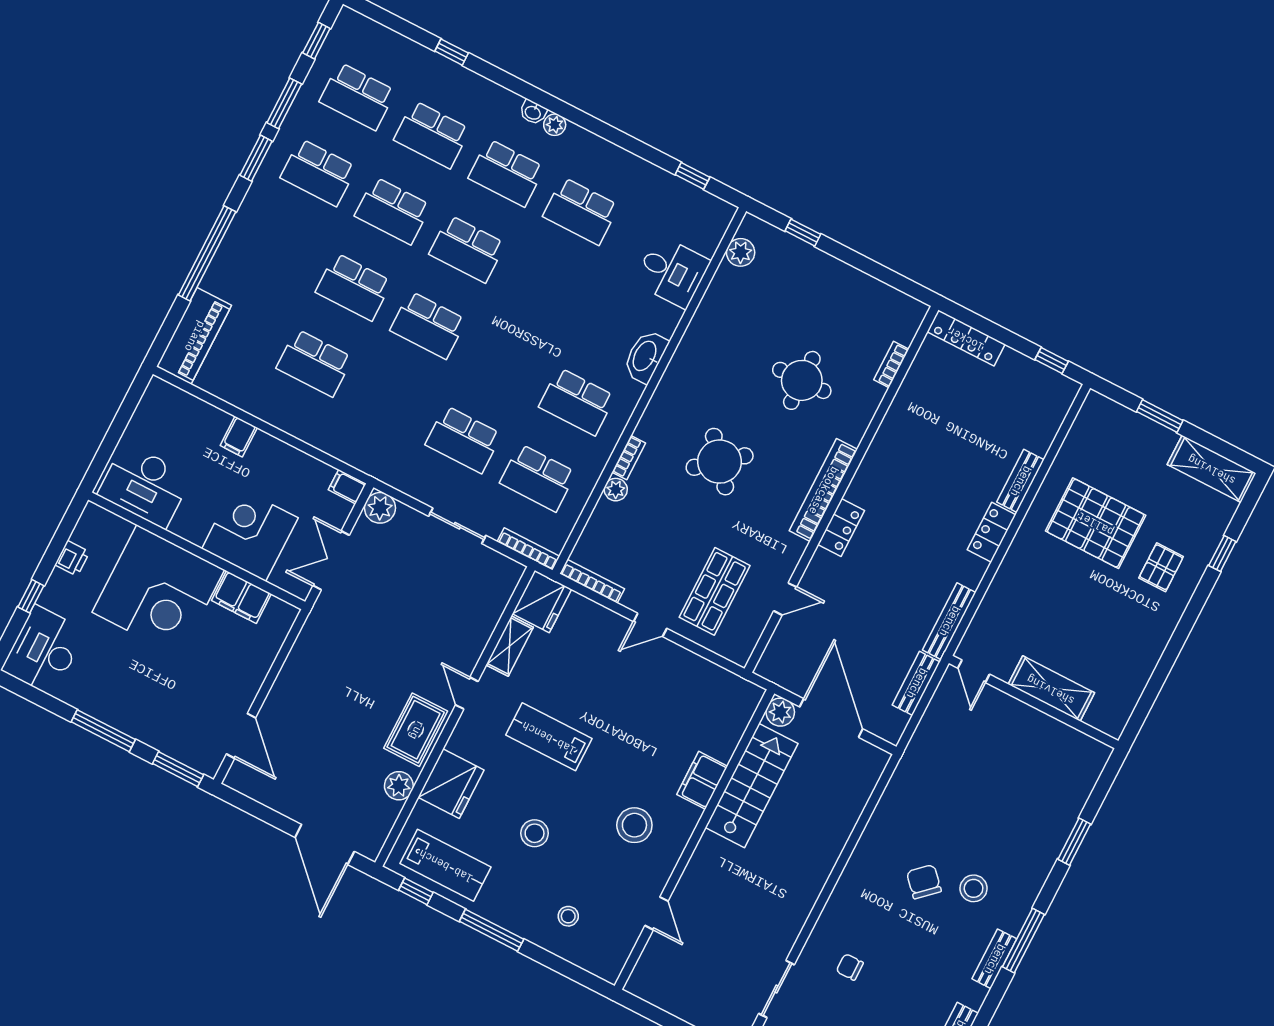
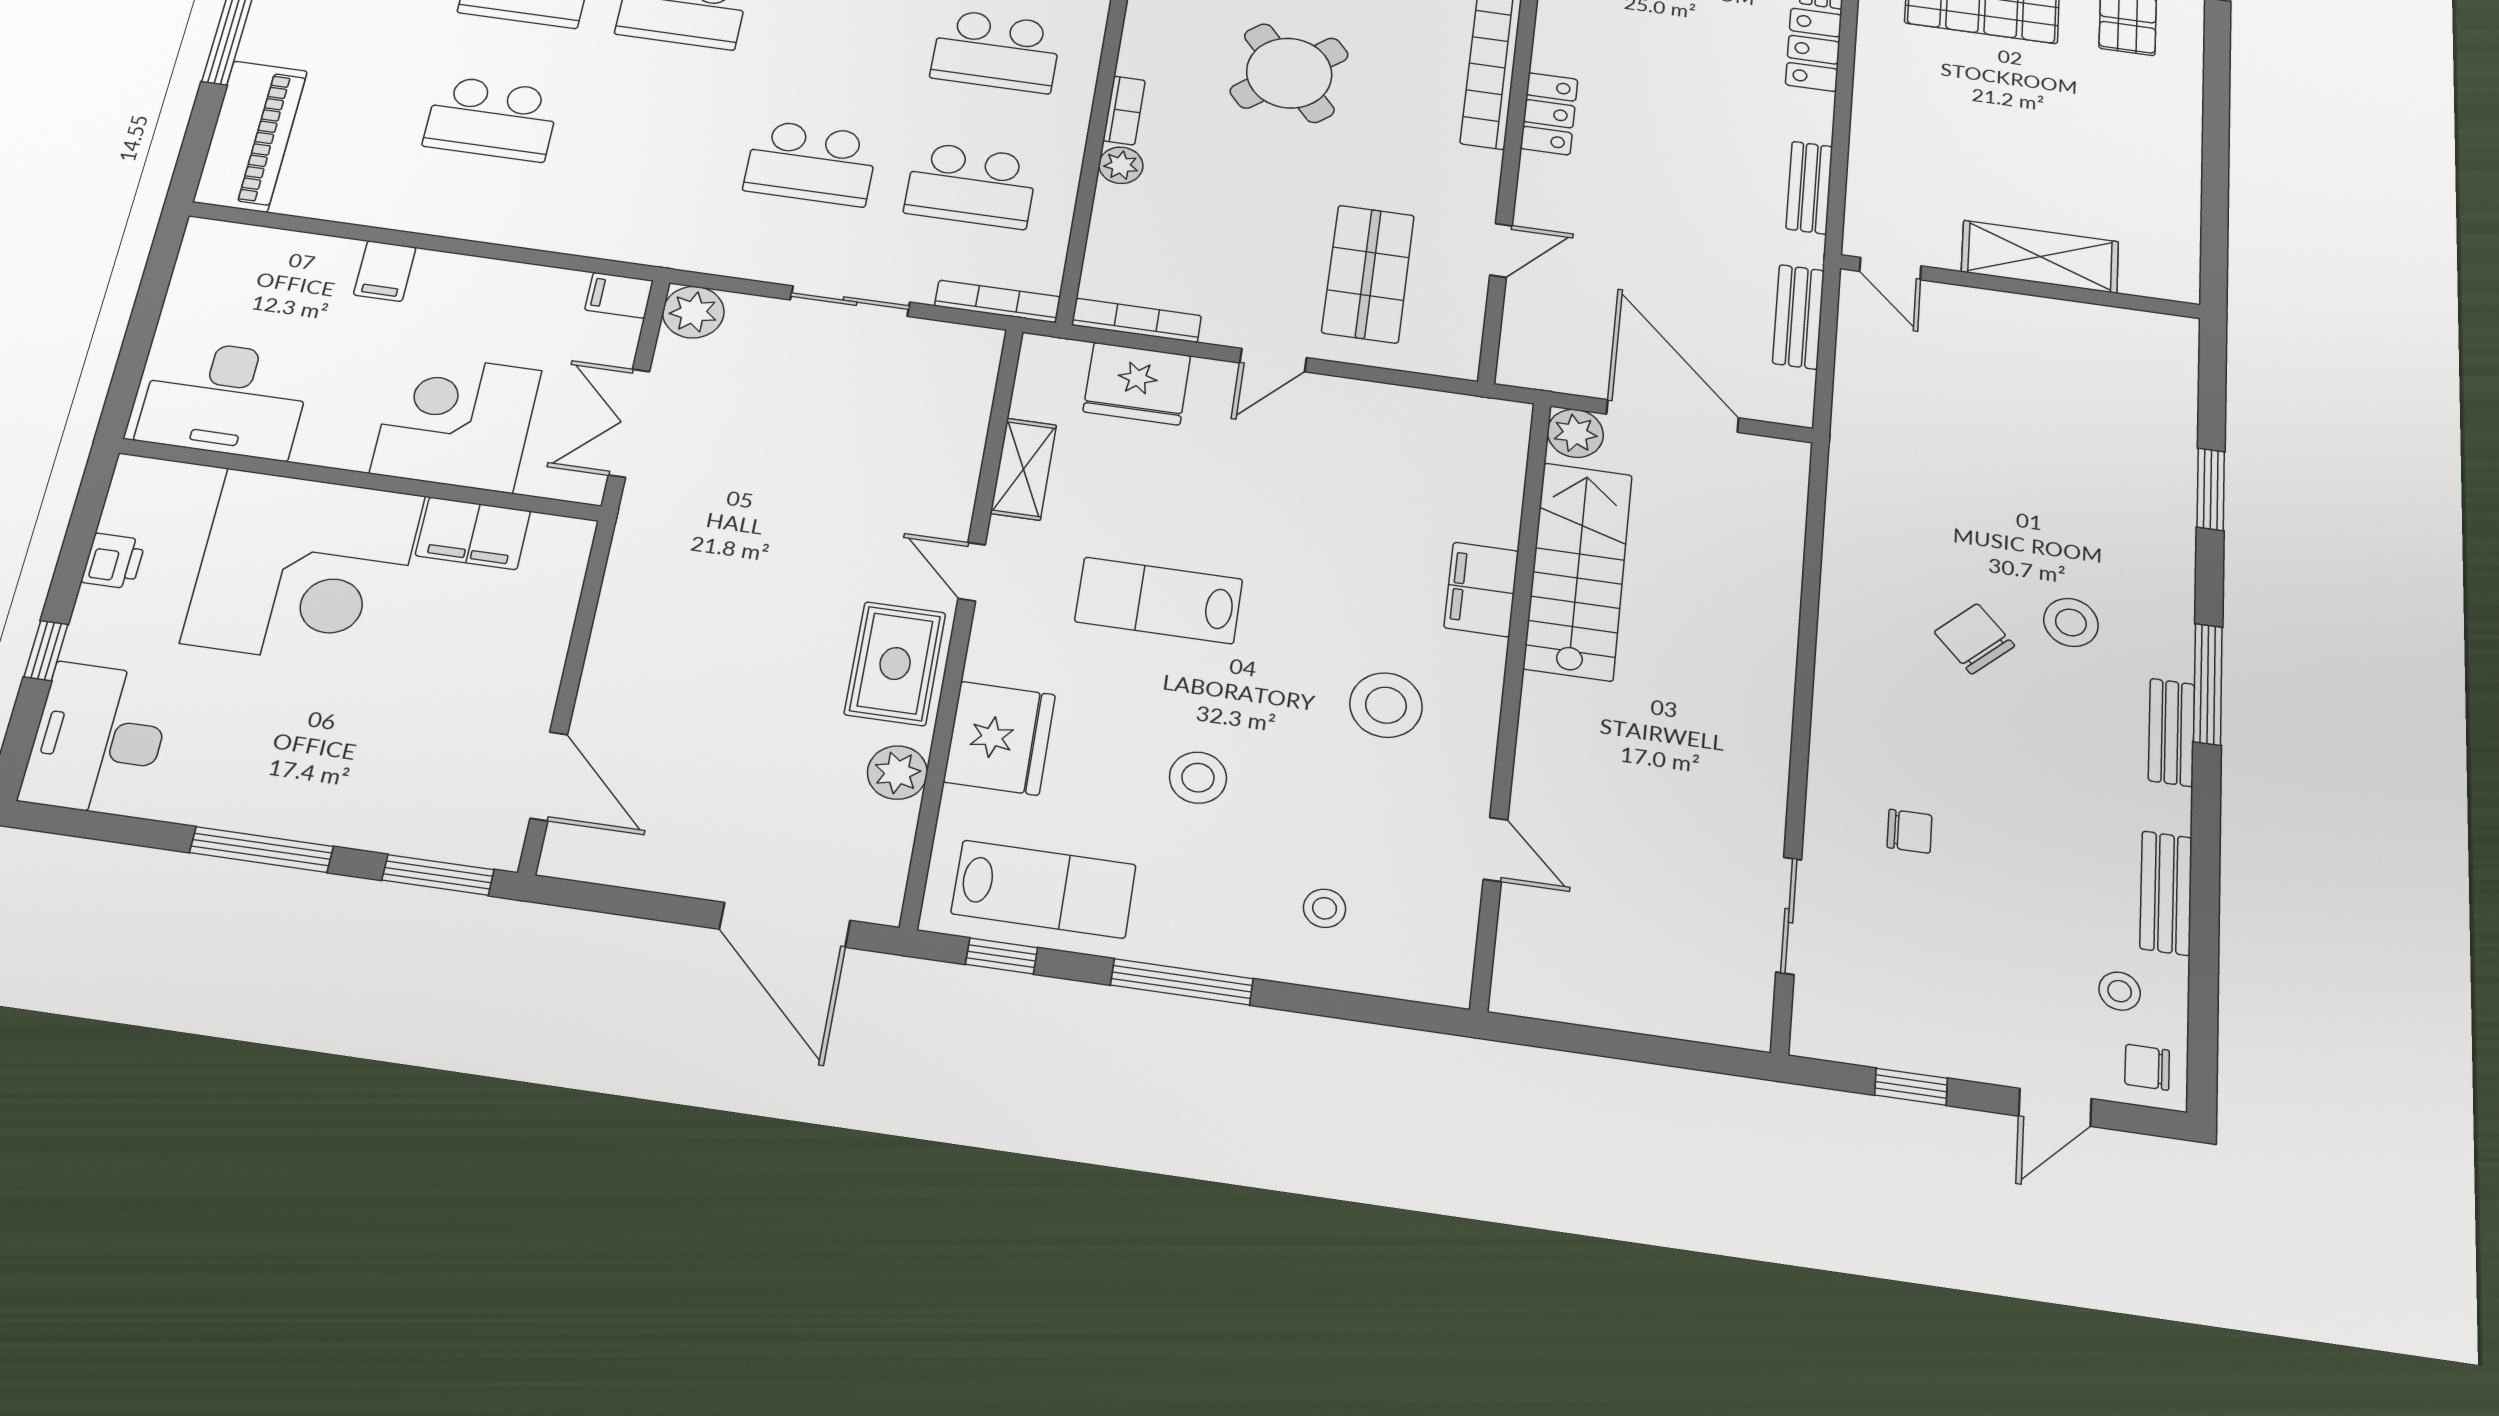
fridge: (542, 601) -> (1137, 384), moved, turned 90
bench: (949, 621) -> (1809, 188), width x0.73
chair: (850, 967) -> (1910, 831), turned 180

